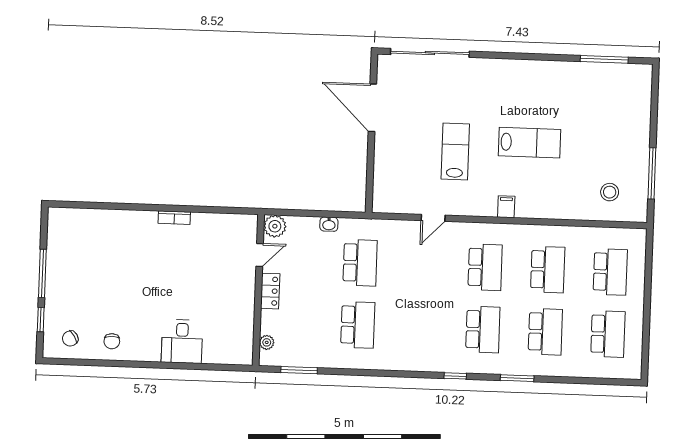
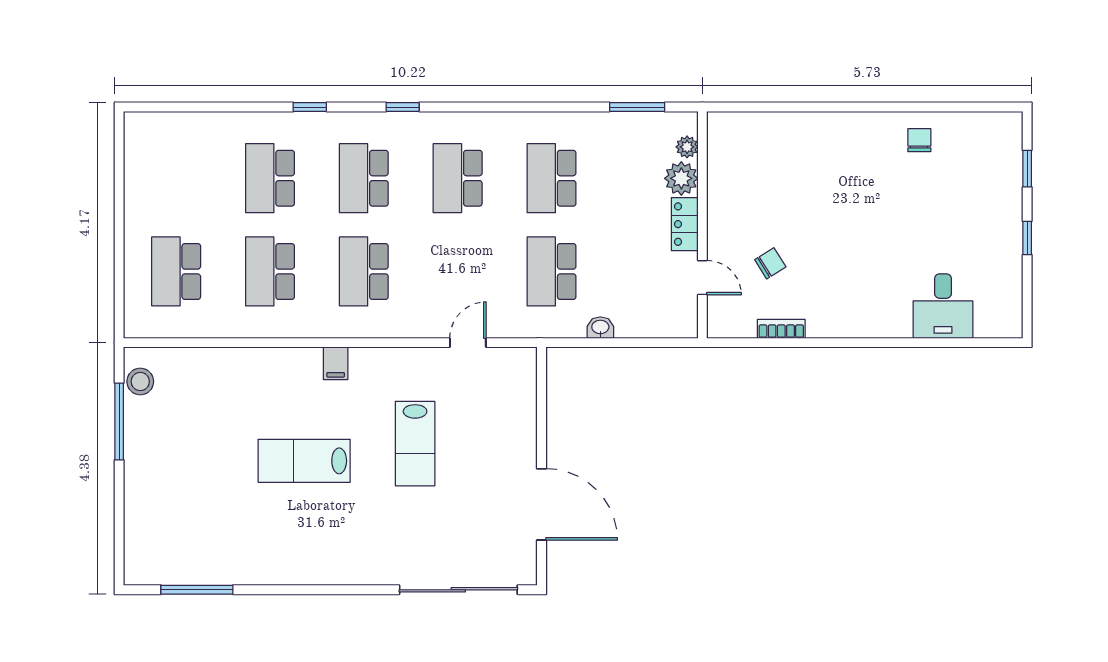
stool: (610, 192) -> (140, 382), moved
bookcase: (174, 218) -> (781, 329), moved
door: (433, 218) -> (468, 343), moved
plant: (275, 226) -> (681, 178), moved
door: (260, 255) -> (702, 278), swing flipped
window: (42, 273) -> (1027, 238), width x0.46
school desk: (608, 334) -> (458, 178), moved
chair: (70, 339) -> (770, 263), moved
desk: (182, 341) -> (943, 306), moved, turned 180
window: (517, 378) -> (310, 107), width x0.67

